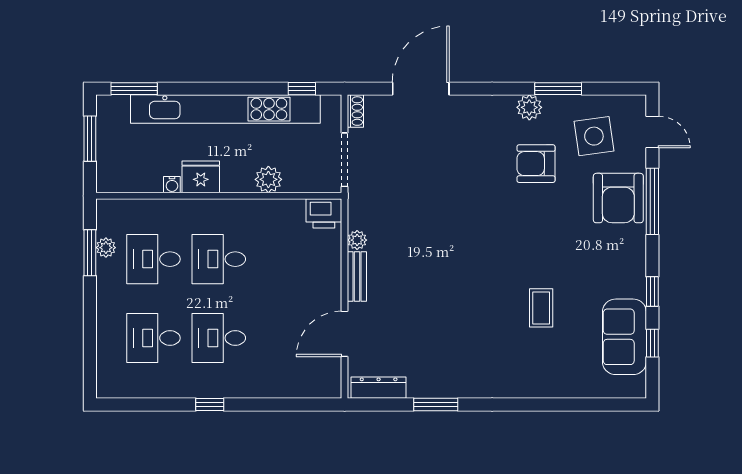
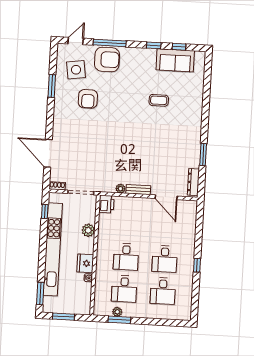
plant: (529, 107) -> (60, 101), removed

